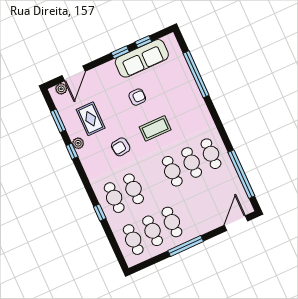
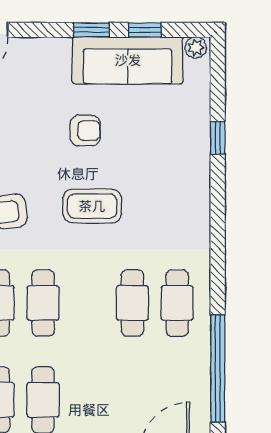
plant: (169, 39) -> (196, 48), added
window: (196, 74) -> (218, 138), width x0.32
cafe table: (172, 171) -> (43, 303), moved

